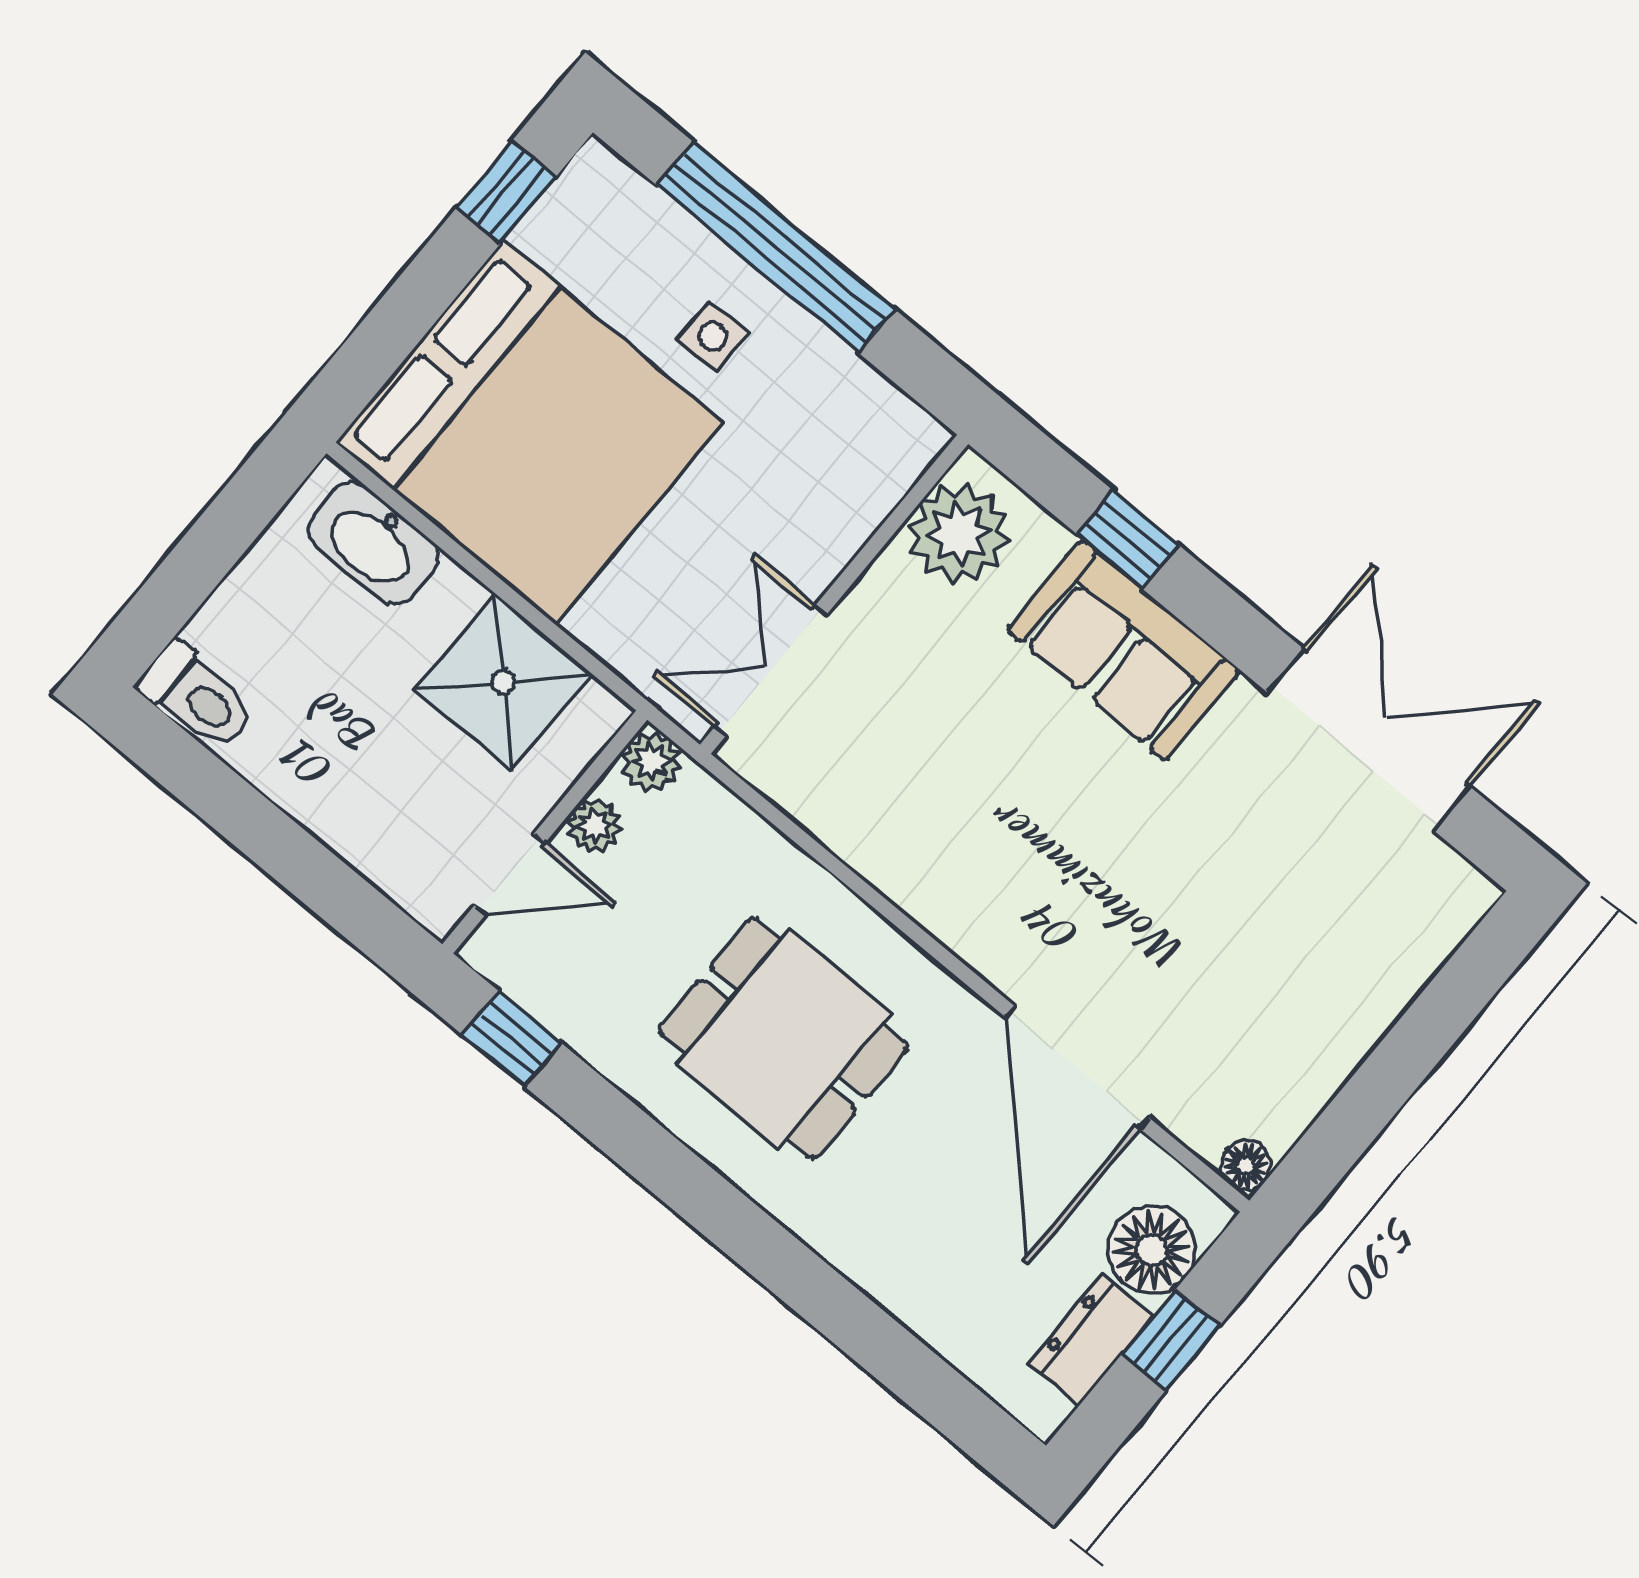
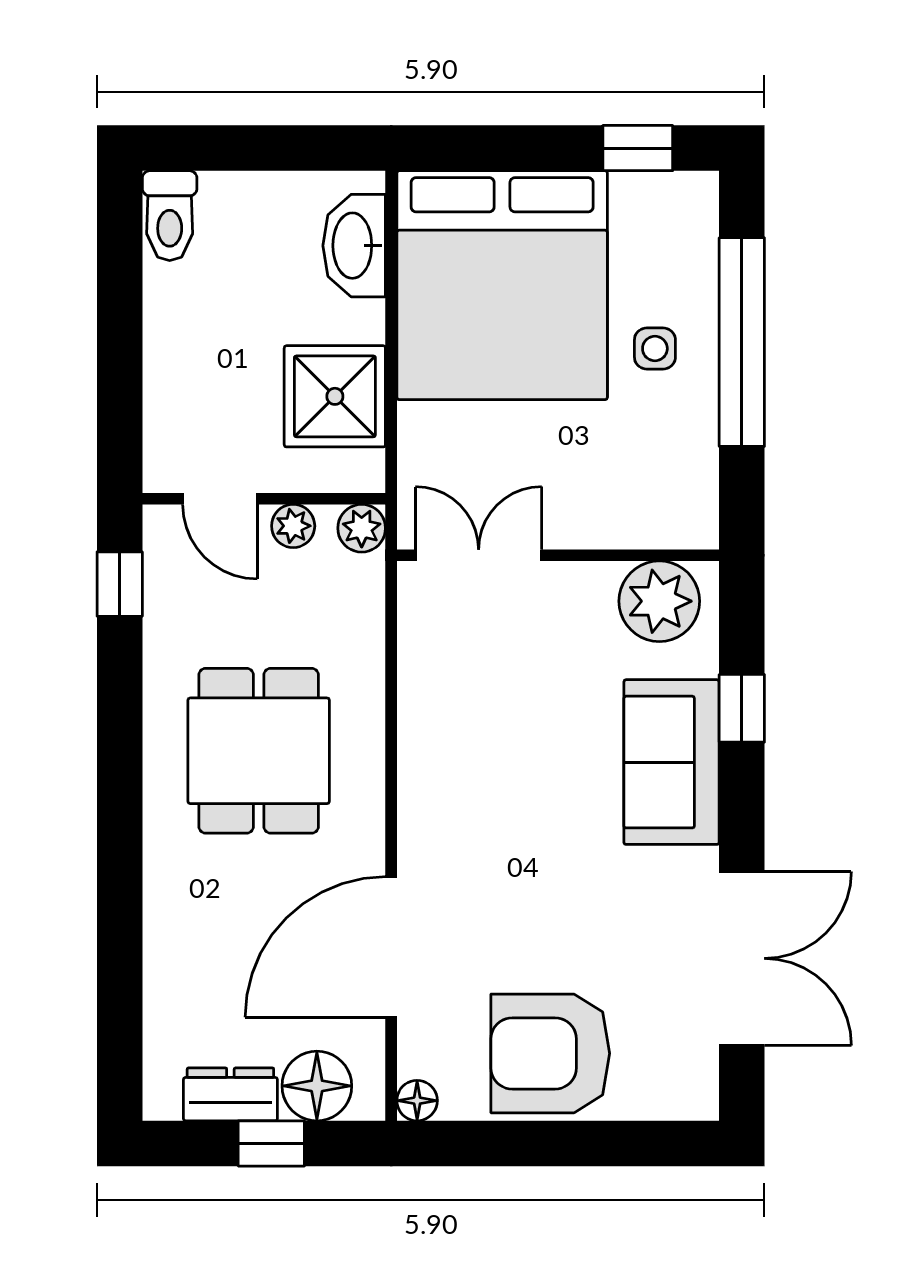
armchair: (1307, 1000) -> (550, 1053), added

